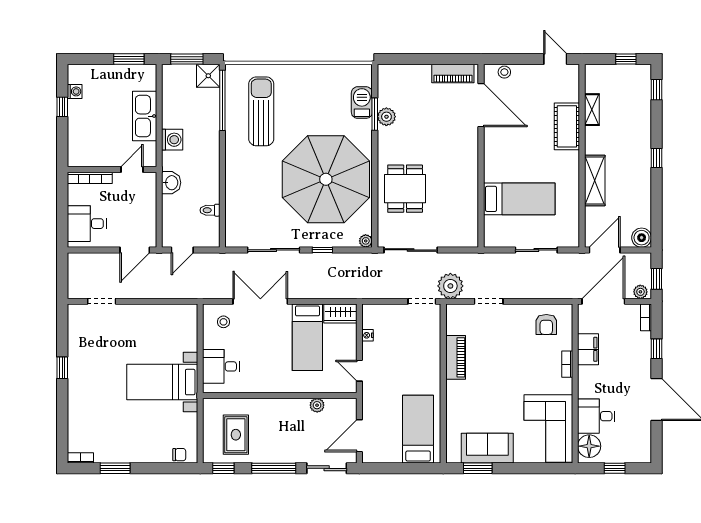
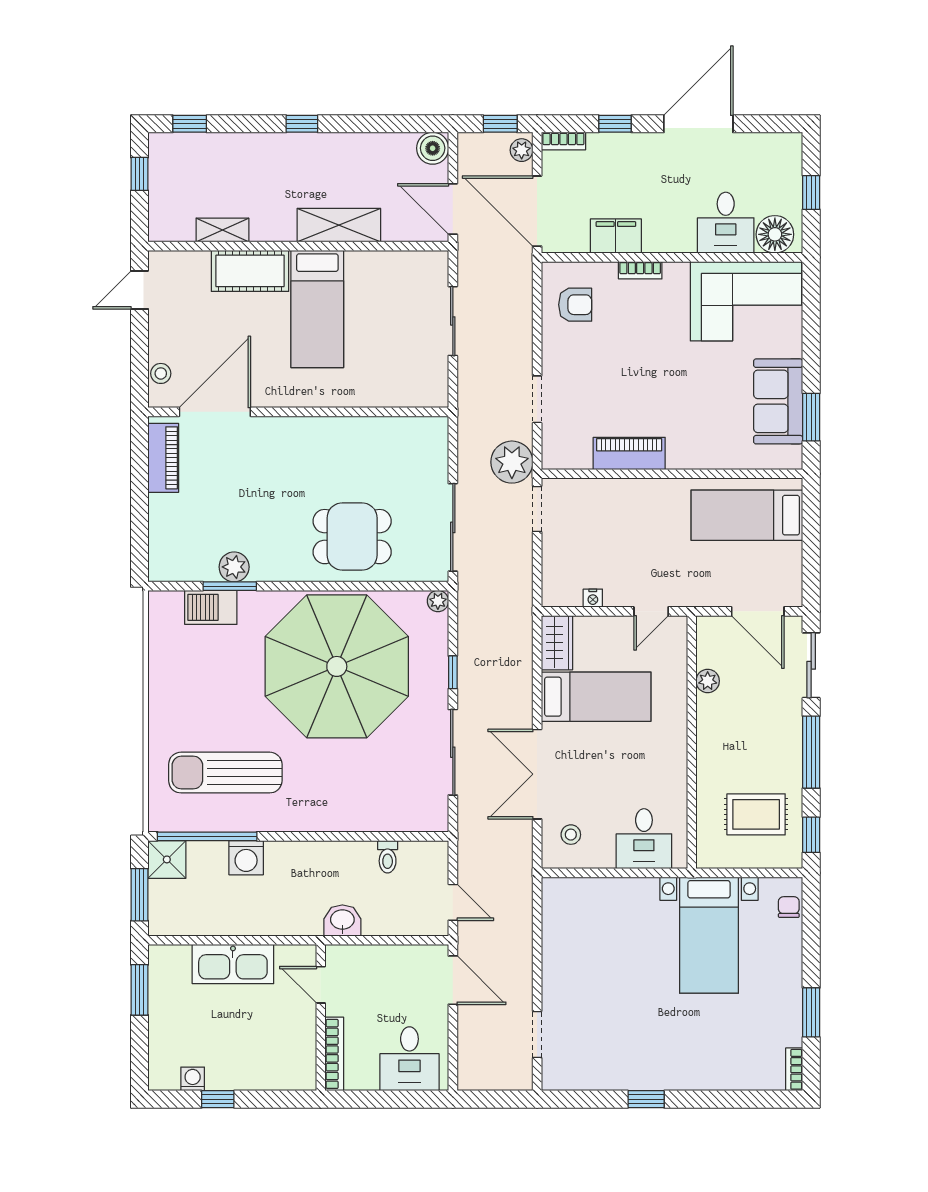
washing machine: (172, 140) -> (246, 858), moved, turned 180
bed: (519, 199) -> (317, 309), moved, turned 180
bed with nightstands: (162, 382) -> (709, 935), moved

